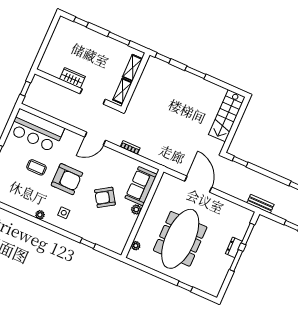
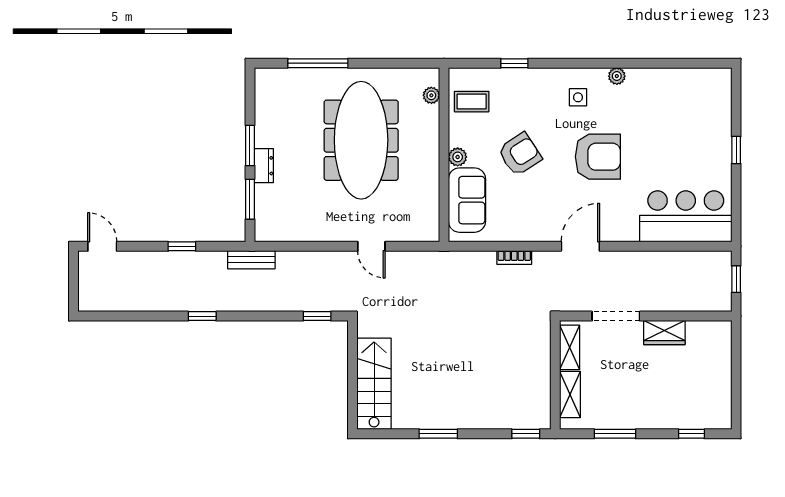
window: (195, 72) -> (438, 434), moved
coffee table: (37, 167) -> (472, 102), moved
armchair: (67, 179) -> (598, 157), turned 180
door: (198, 184) -> (371, 246), width x0.53
window: (185, 286) -> (318, 63), width x2.17

